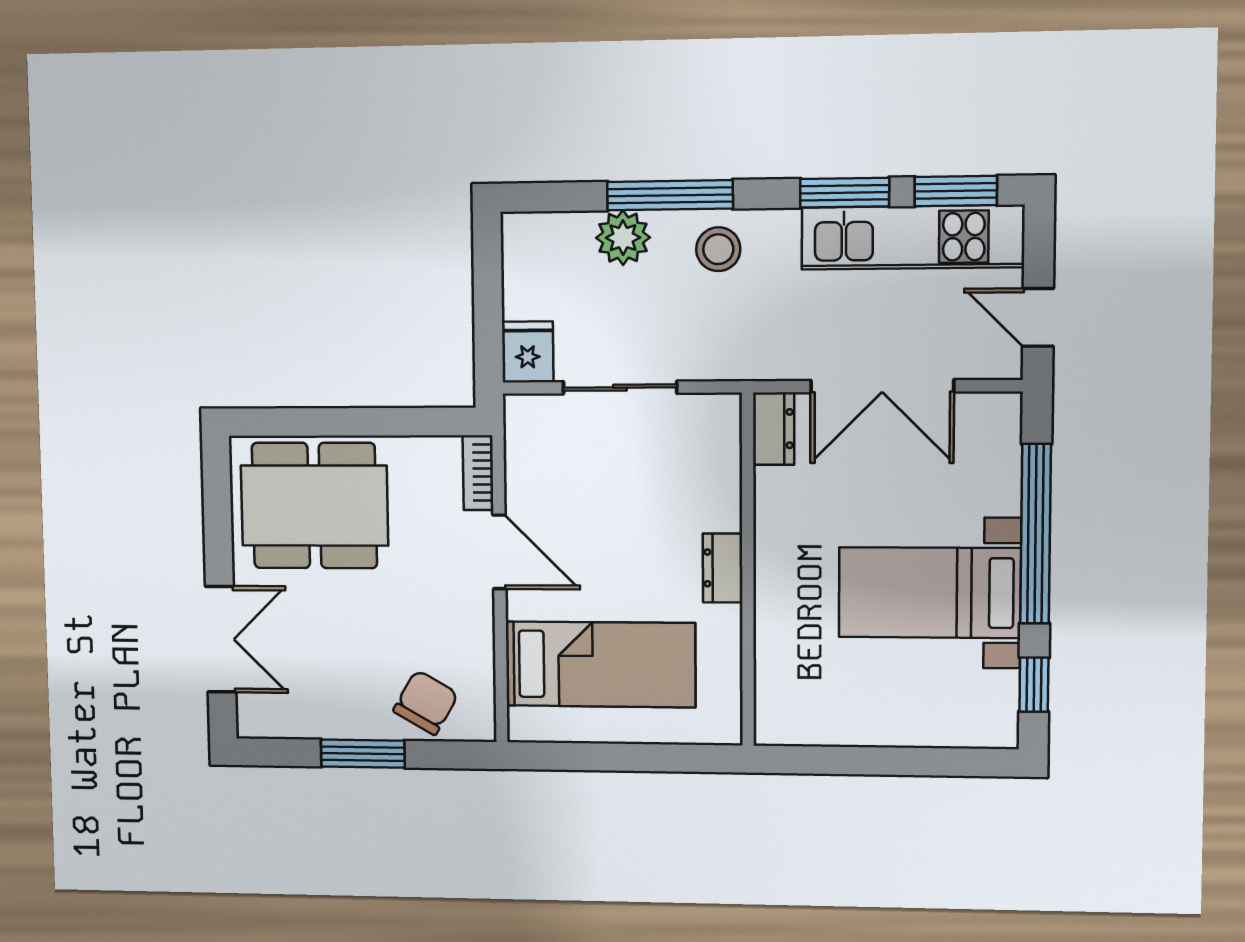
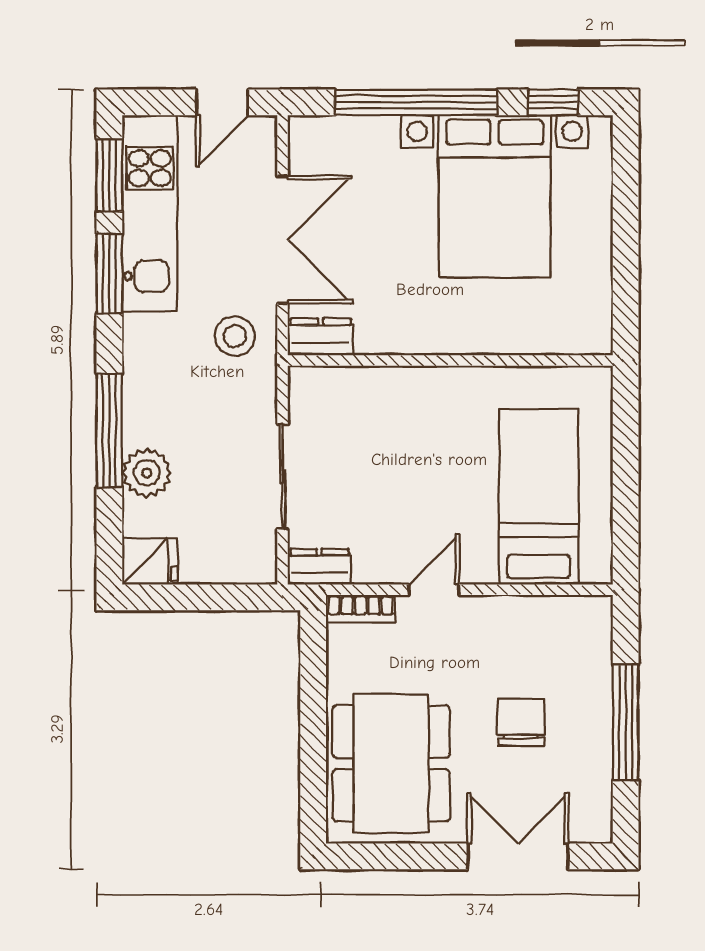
stool: (718, 249) -> (235, 336), moved
fridge: (528, 352) -> (150, 561), moved, turned 180
door: (499, 552) -> (434, 590), width x0.73
dresser: (723, 568) -> (319, 567), moved, turned 180
bed with nightstands: (929, 593) -> (495, 196), width x1.36
chair: (426, 702) -> (521, 722), moved, turned 60
window: (363, 754) -> (626, 722), width x1.44

